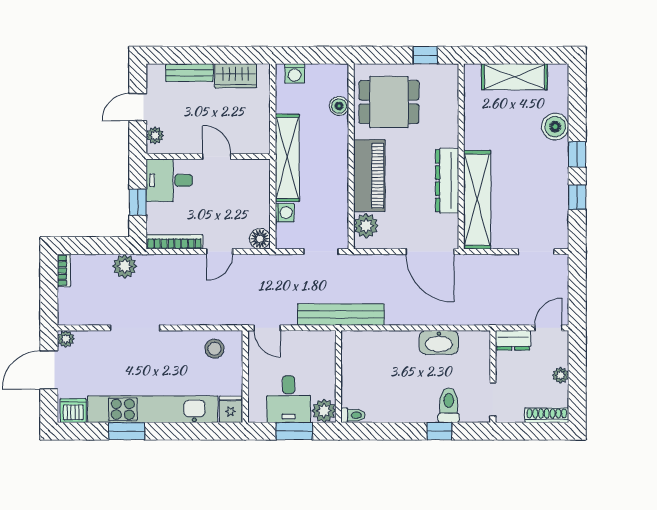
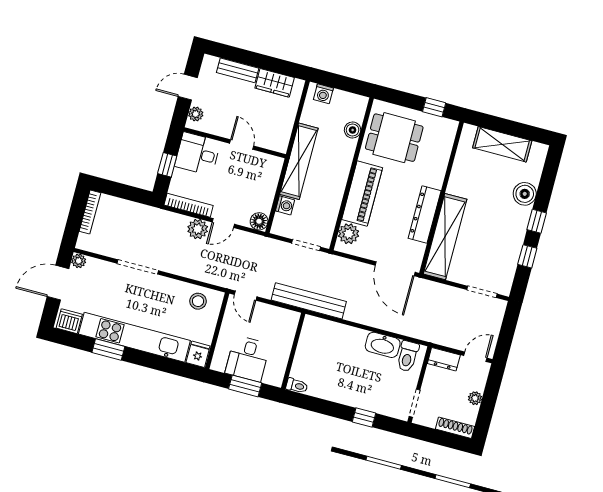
plant: (125, 266) -> (198, 229), moved
bookcase: (64, 270) -> (90, 212), width x1.56
toilet: (449, 405) -> (408, 356), moved, turned 180
plant: (324, 411) -> (274, 376), removed

